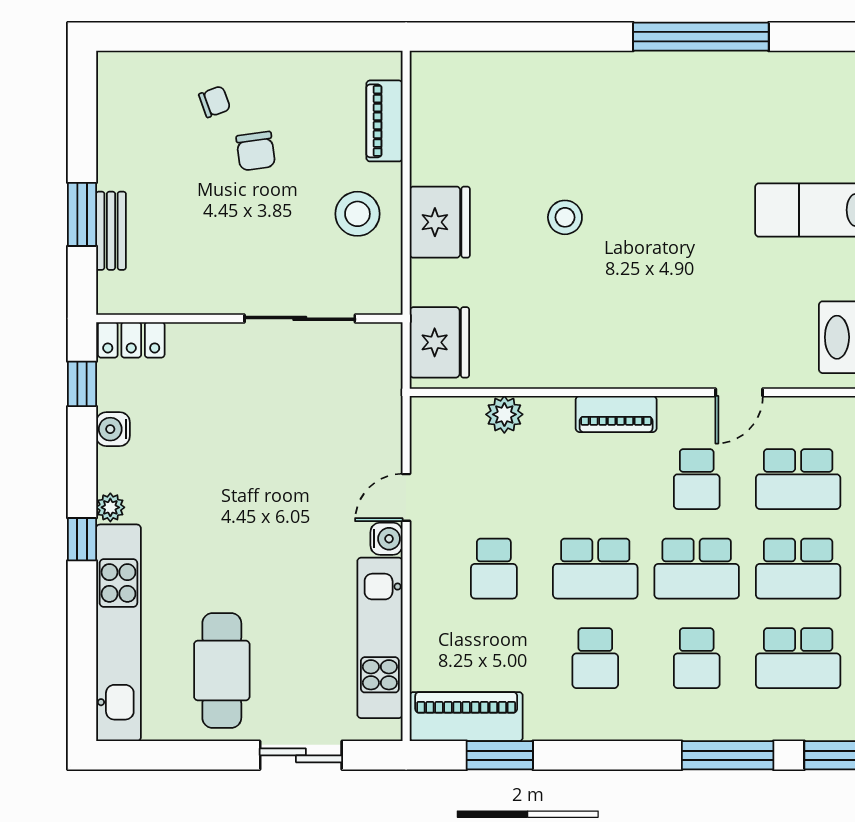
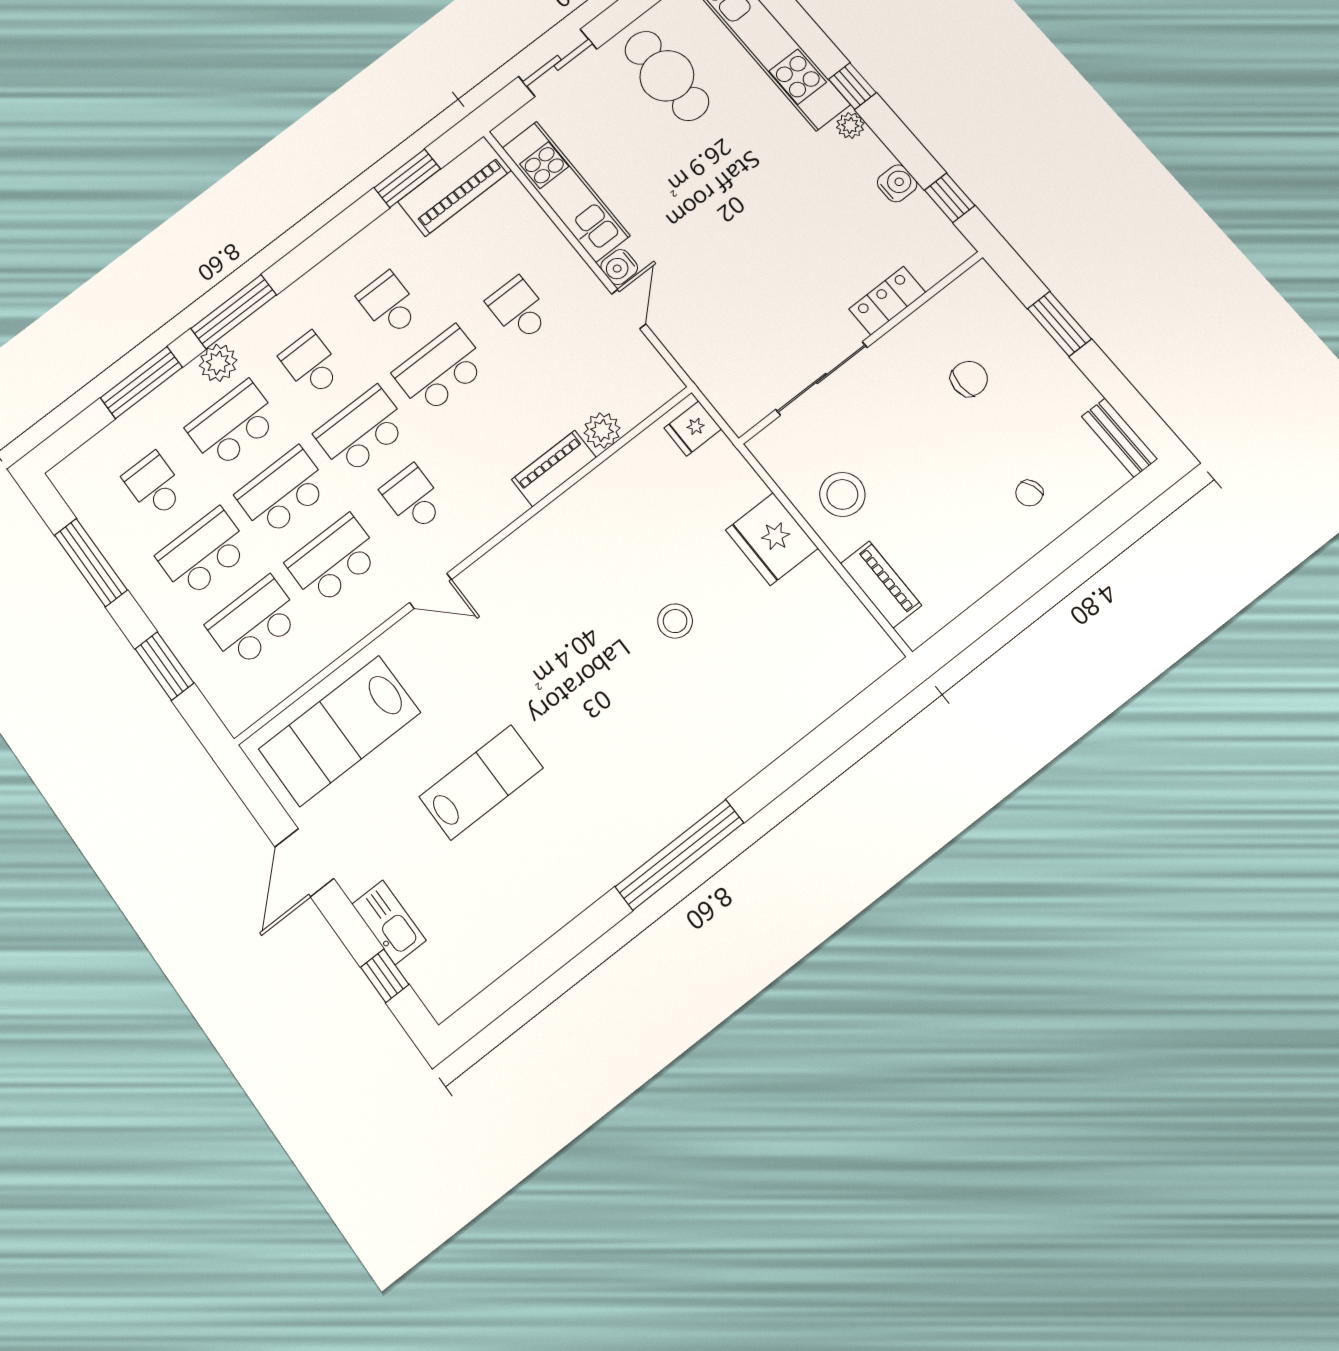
chair: (256, 151) -> (969, 379), moved, turned 98
bench: (111, 231) -> (1120, 438), moved
locker: (131, 340) -> (887, 301), moved
fridge: (439, 342) -> (693, 429), width x0.53, depth x0.75
door: (739, 392) -> (430, 591), swing flipped
piano: (616, 414) -> (554, 468), moved
plant: (772, 721) -> (218, 363), added

